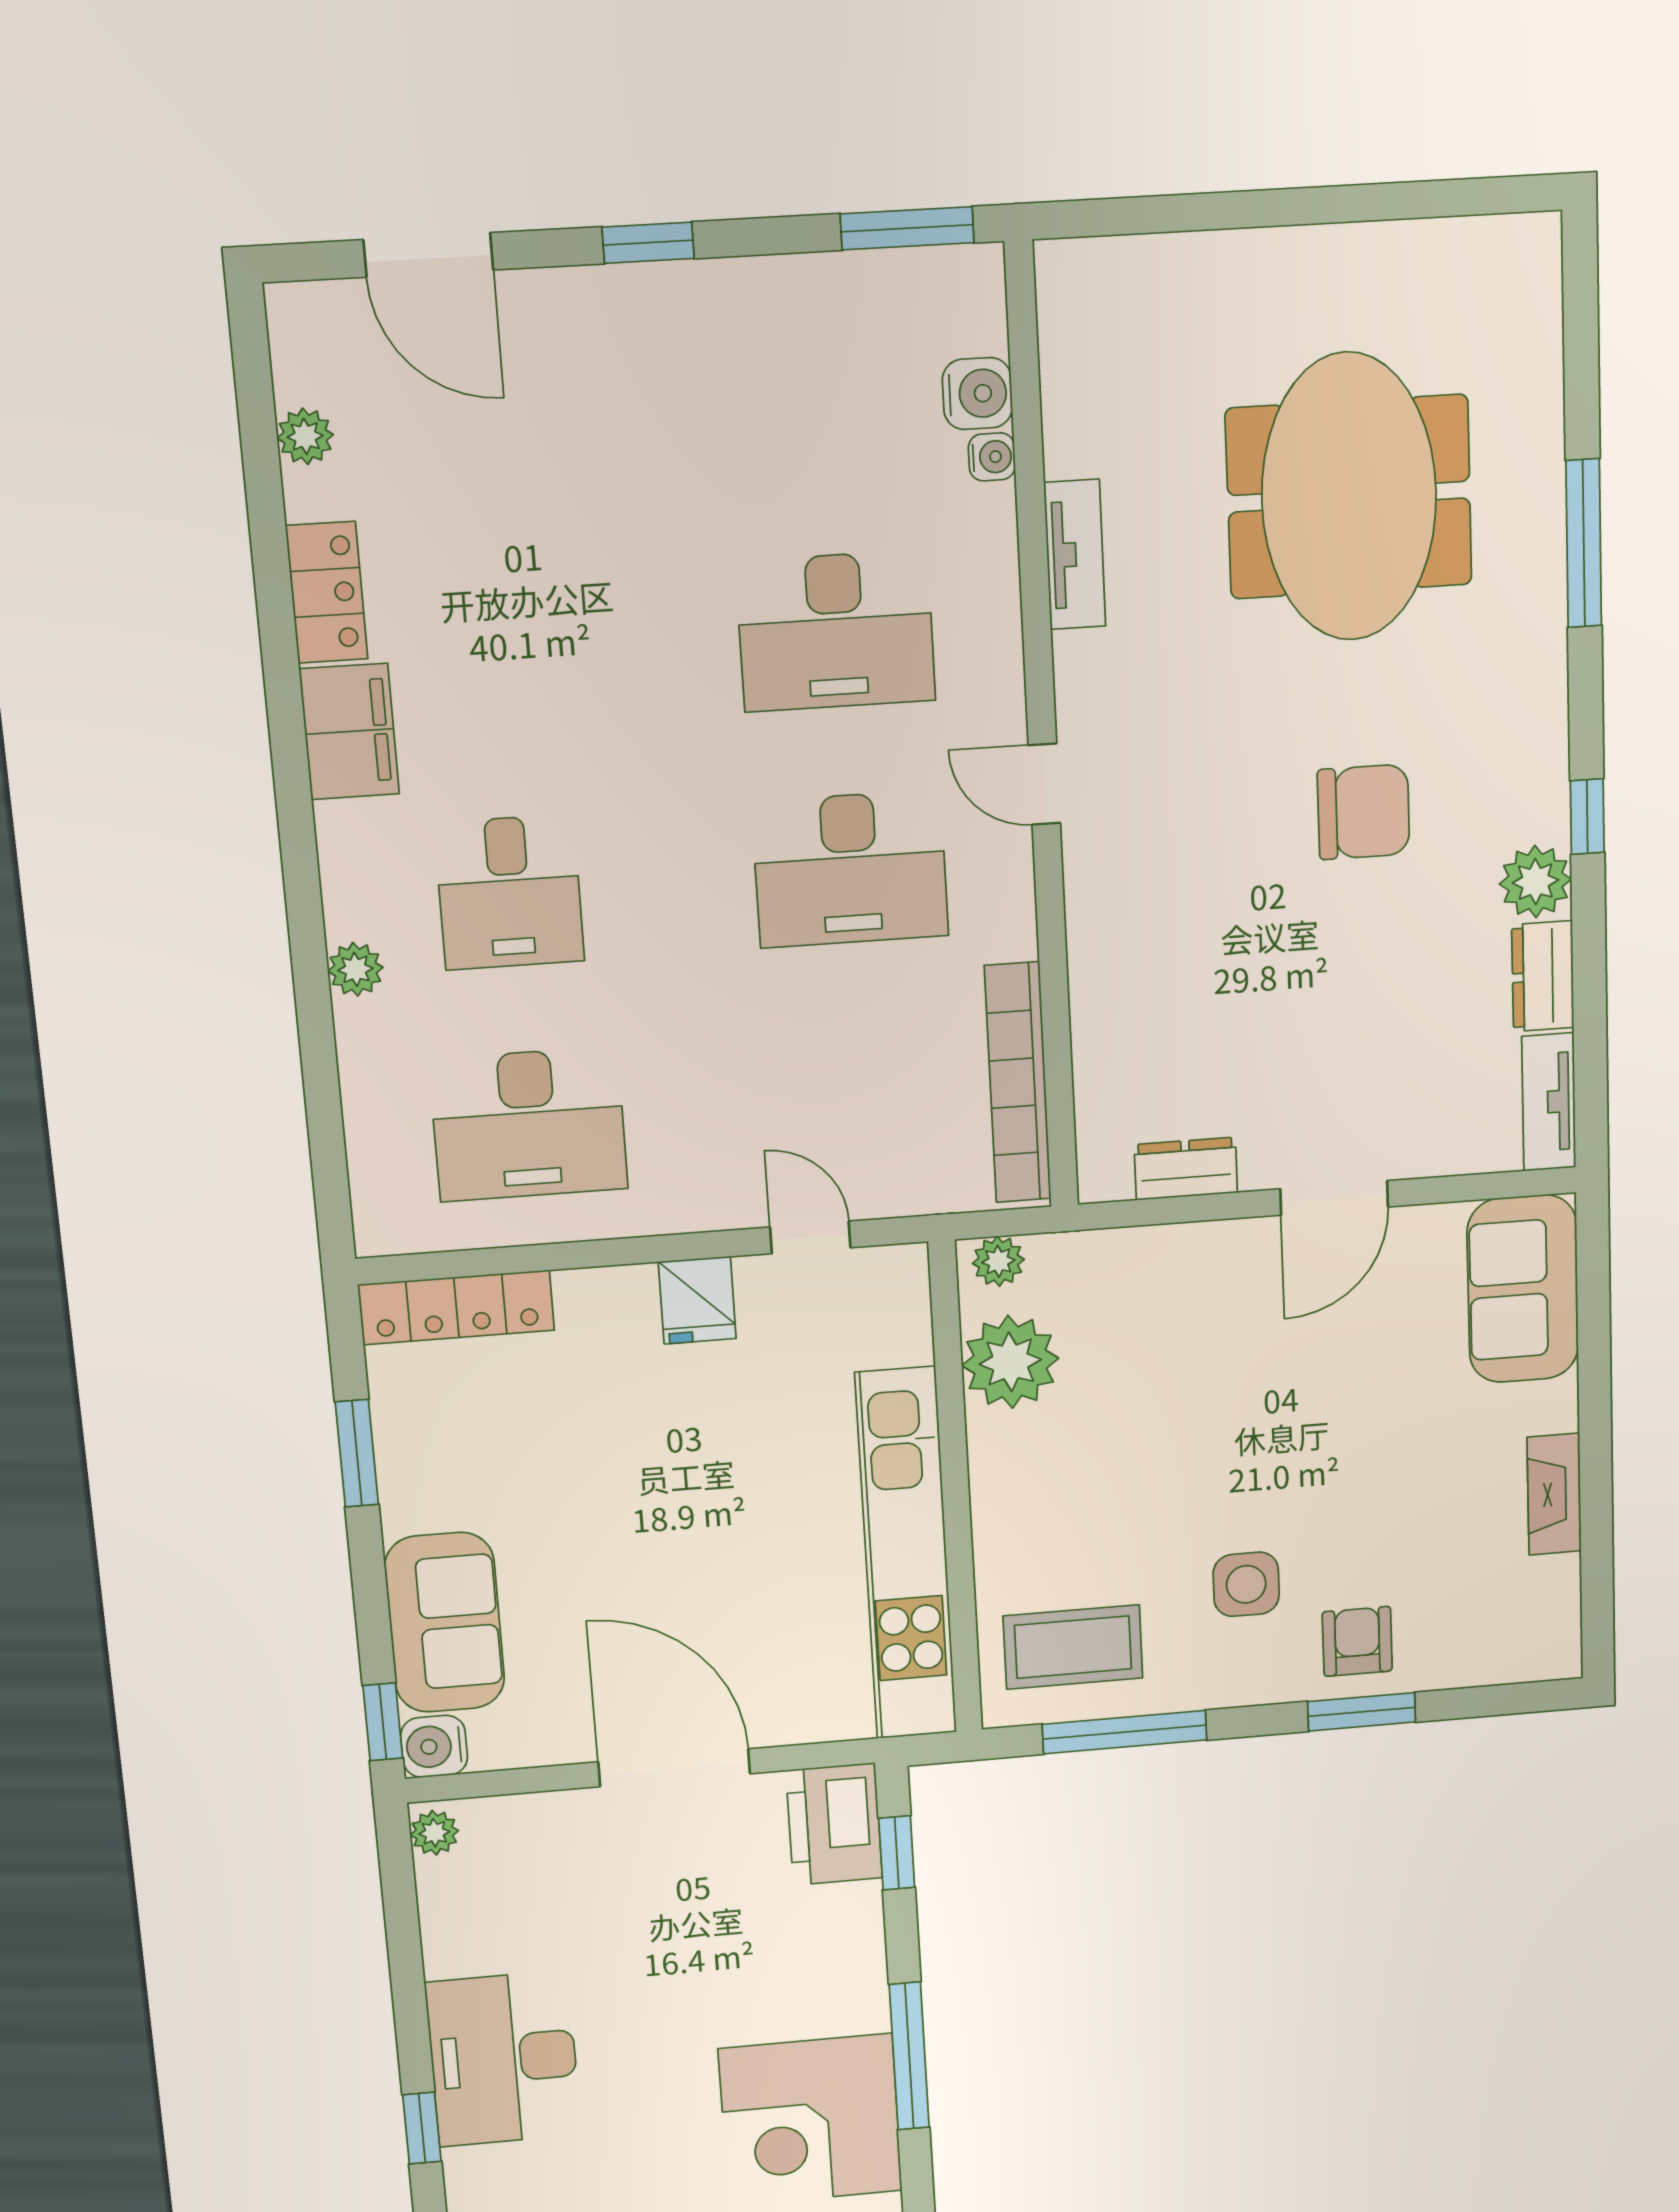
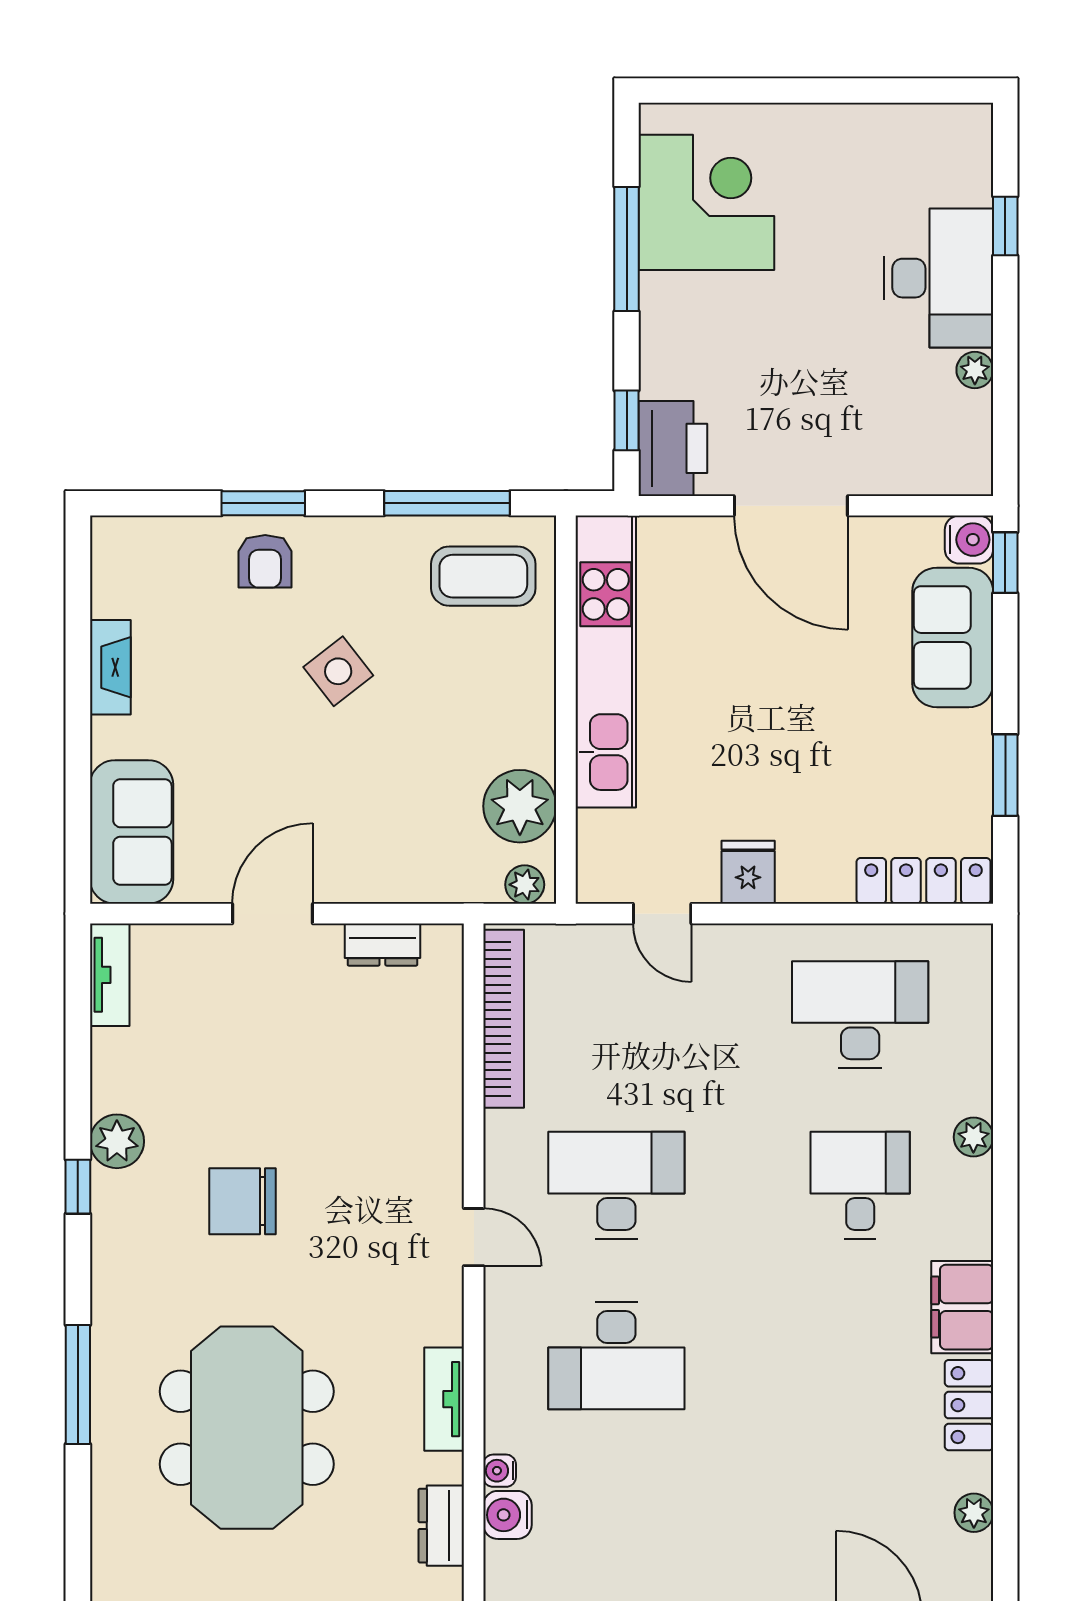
desk: (836, 631) -> (616, 1356), turned 180
dresser: (1543, 976) -> (441, 1526), moved, turned 180
side table: (1246, 1584) -> (338, 671), moved, turned -38
plant: (434, 1833) -> (975, 370), moved

